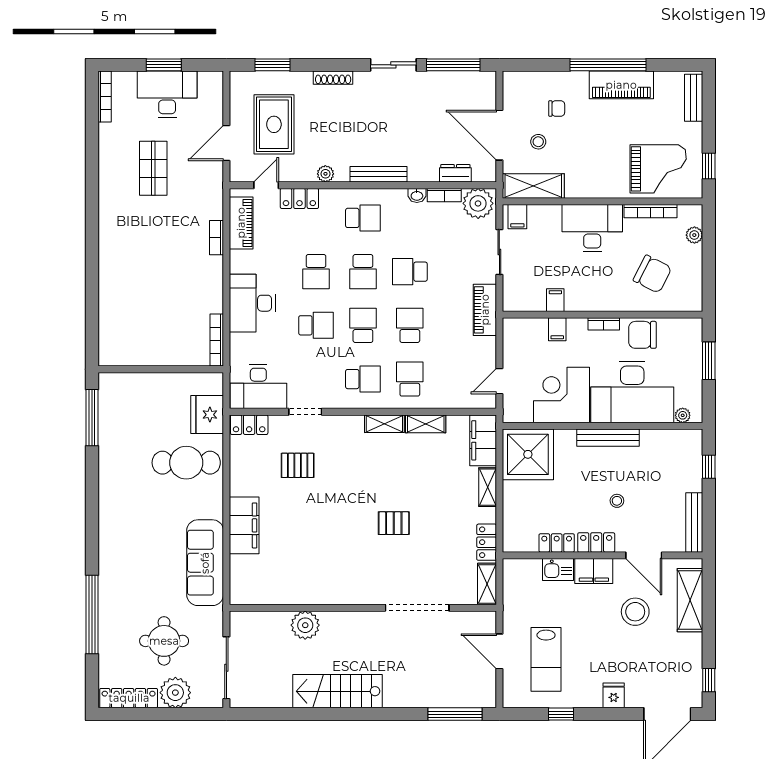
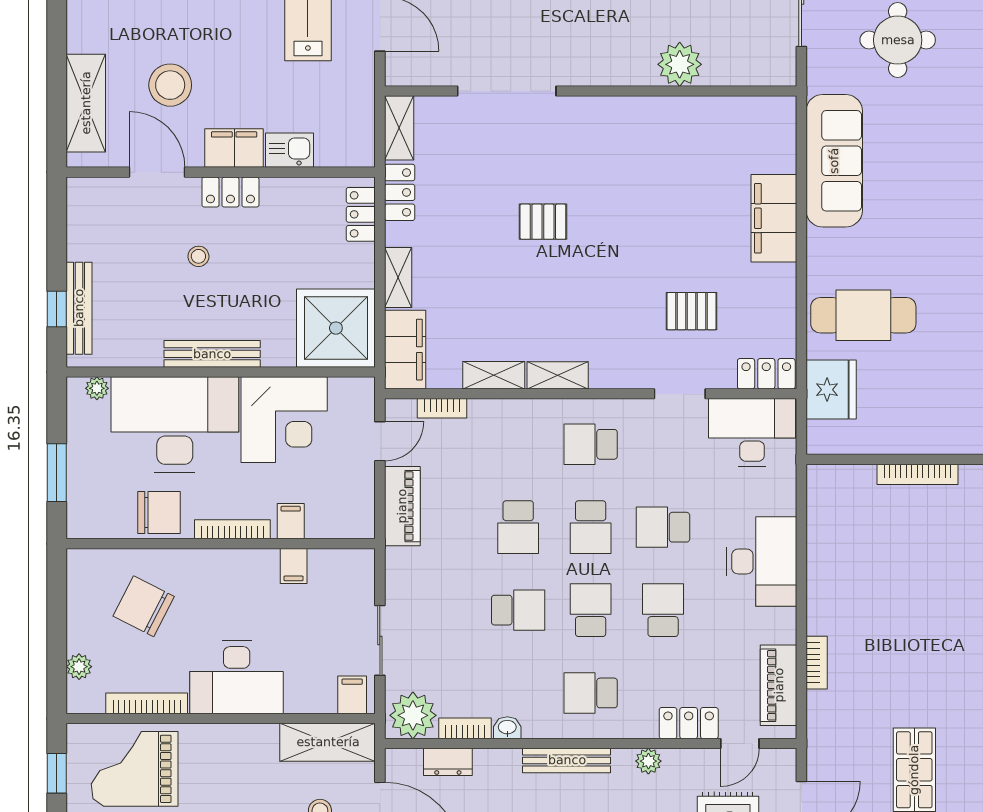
piano: (485, 310) -> (402, 506), moved
bookcase: (604, 324) -> (232, 529), width x1.56
bookcase: (217, 340) -> (917, 474), moved, turned 90
school desk: (410, 379) -> (518, 444), removed
bookcase: (459, 402) -> (442, 408), added
bench: (694, 522) -> (79, 308), moved
locker: (557, 543) -> (361, 214), moved, turned 90

